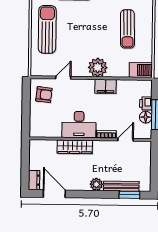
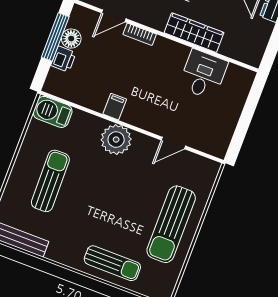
filing cabinet: (105, 86) -> (115, 107), width x0.50
armchair: (44, 95) -> (212, 128), removed
desk: (79, 125) -> (203, 74), moved, width x0.73

